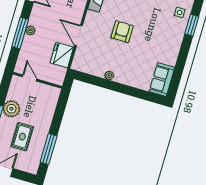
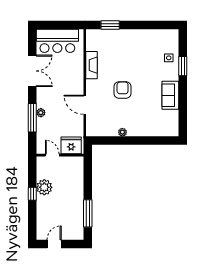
fridge: (62, 55) -> (71, 145), moved, turned 90
sofa: (162, 80) -> (170, 95), moved
rug: (22, 137) -> (61, 209), removed

